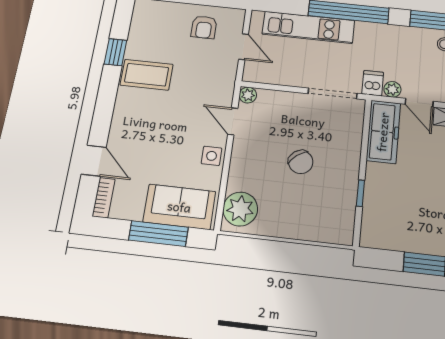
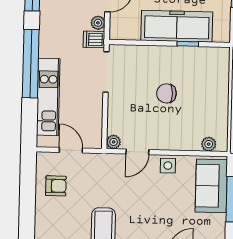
door: (244, 47) -> (71, 150), hinge flipped
freezer: (383, 132) -> (177, 26), moved, width x1.36, depth x1.26
chair: (301, 162) -> (166, 93), turned -142
plant: (240, 209) -> (209, 144), width x0.53, depth x0.53

